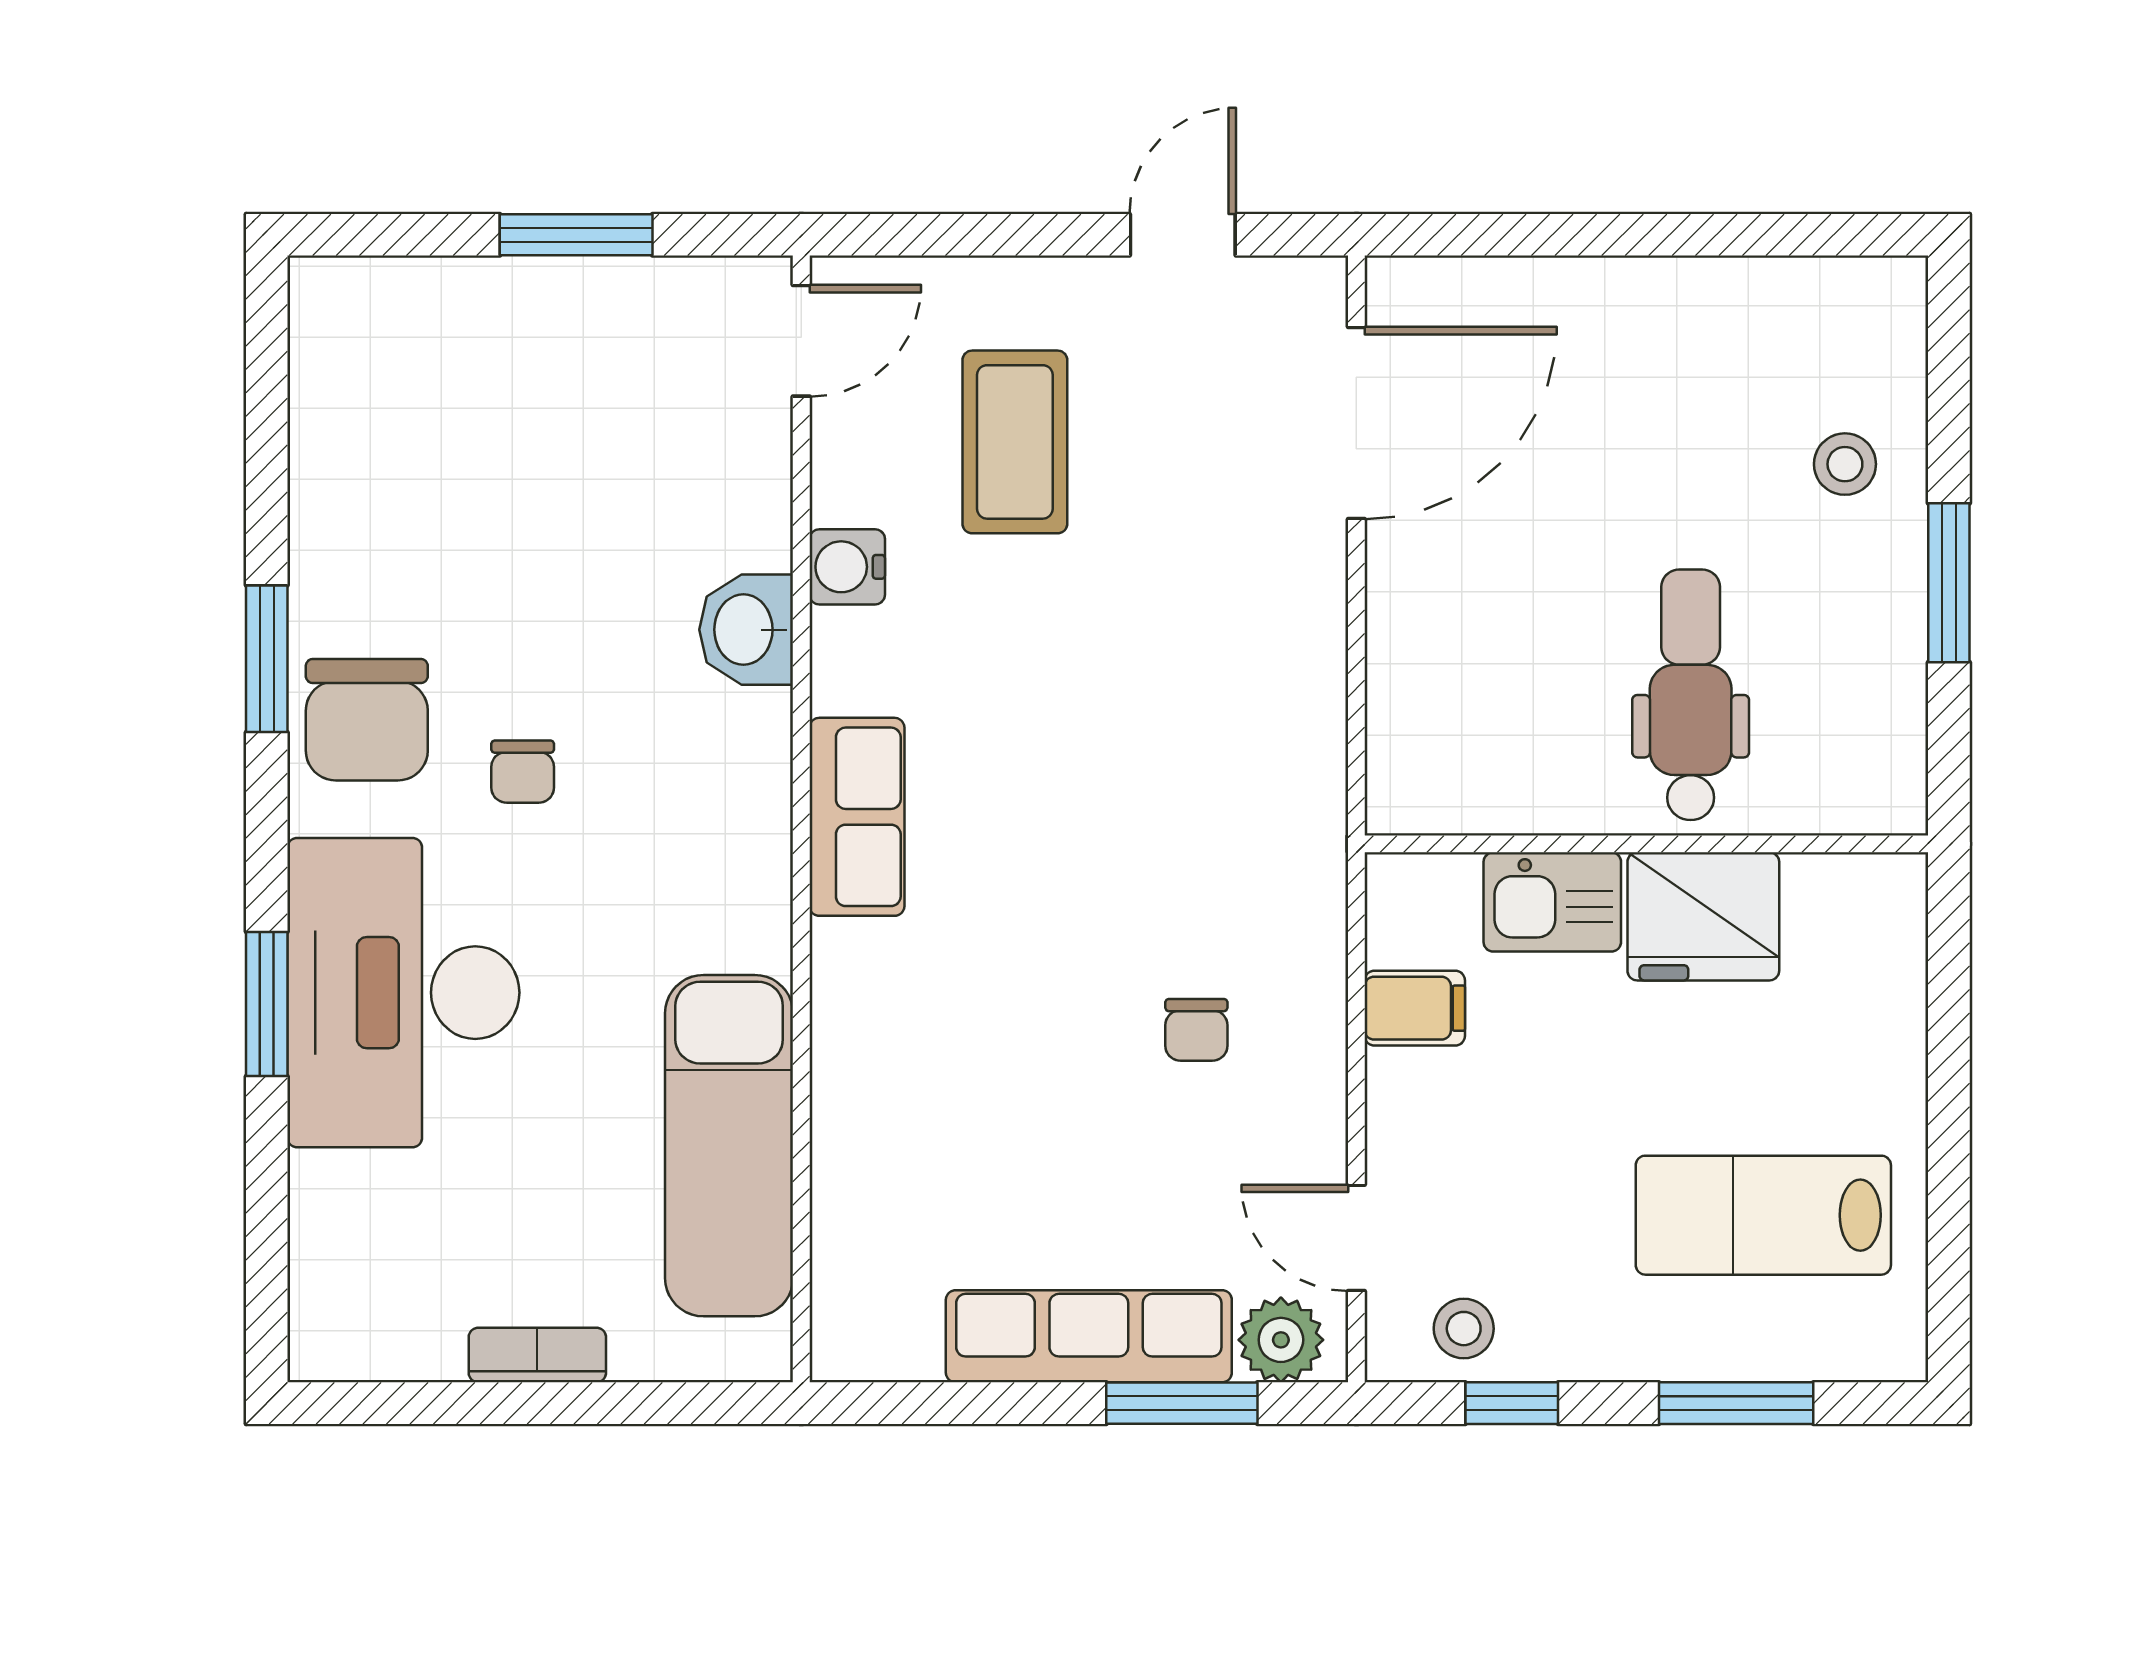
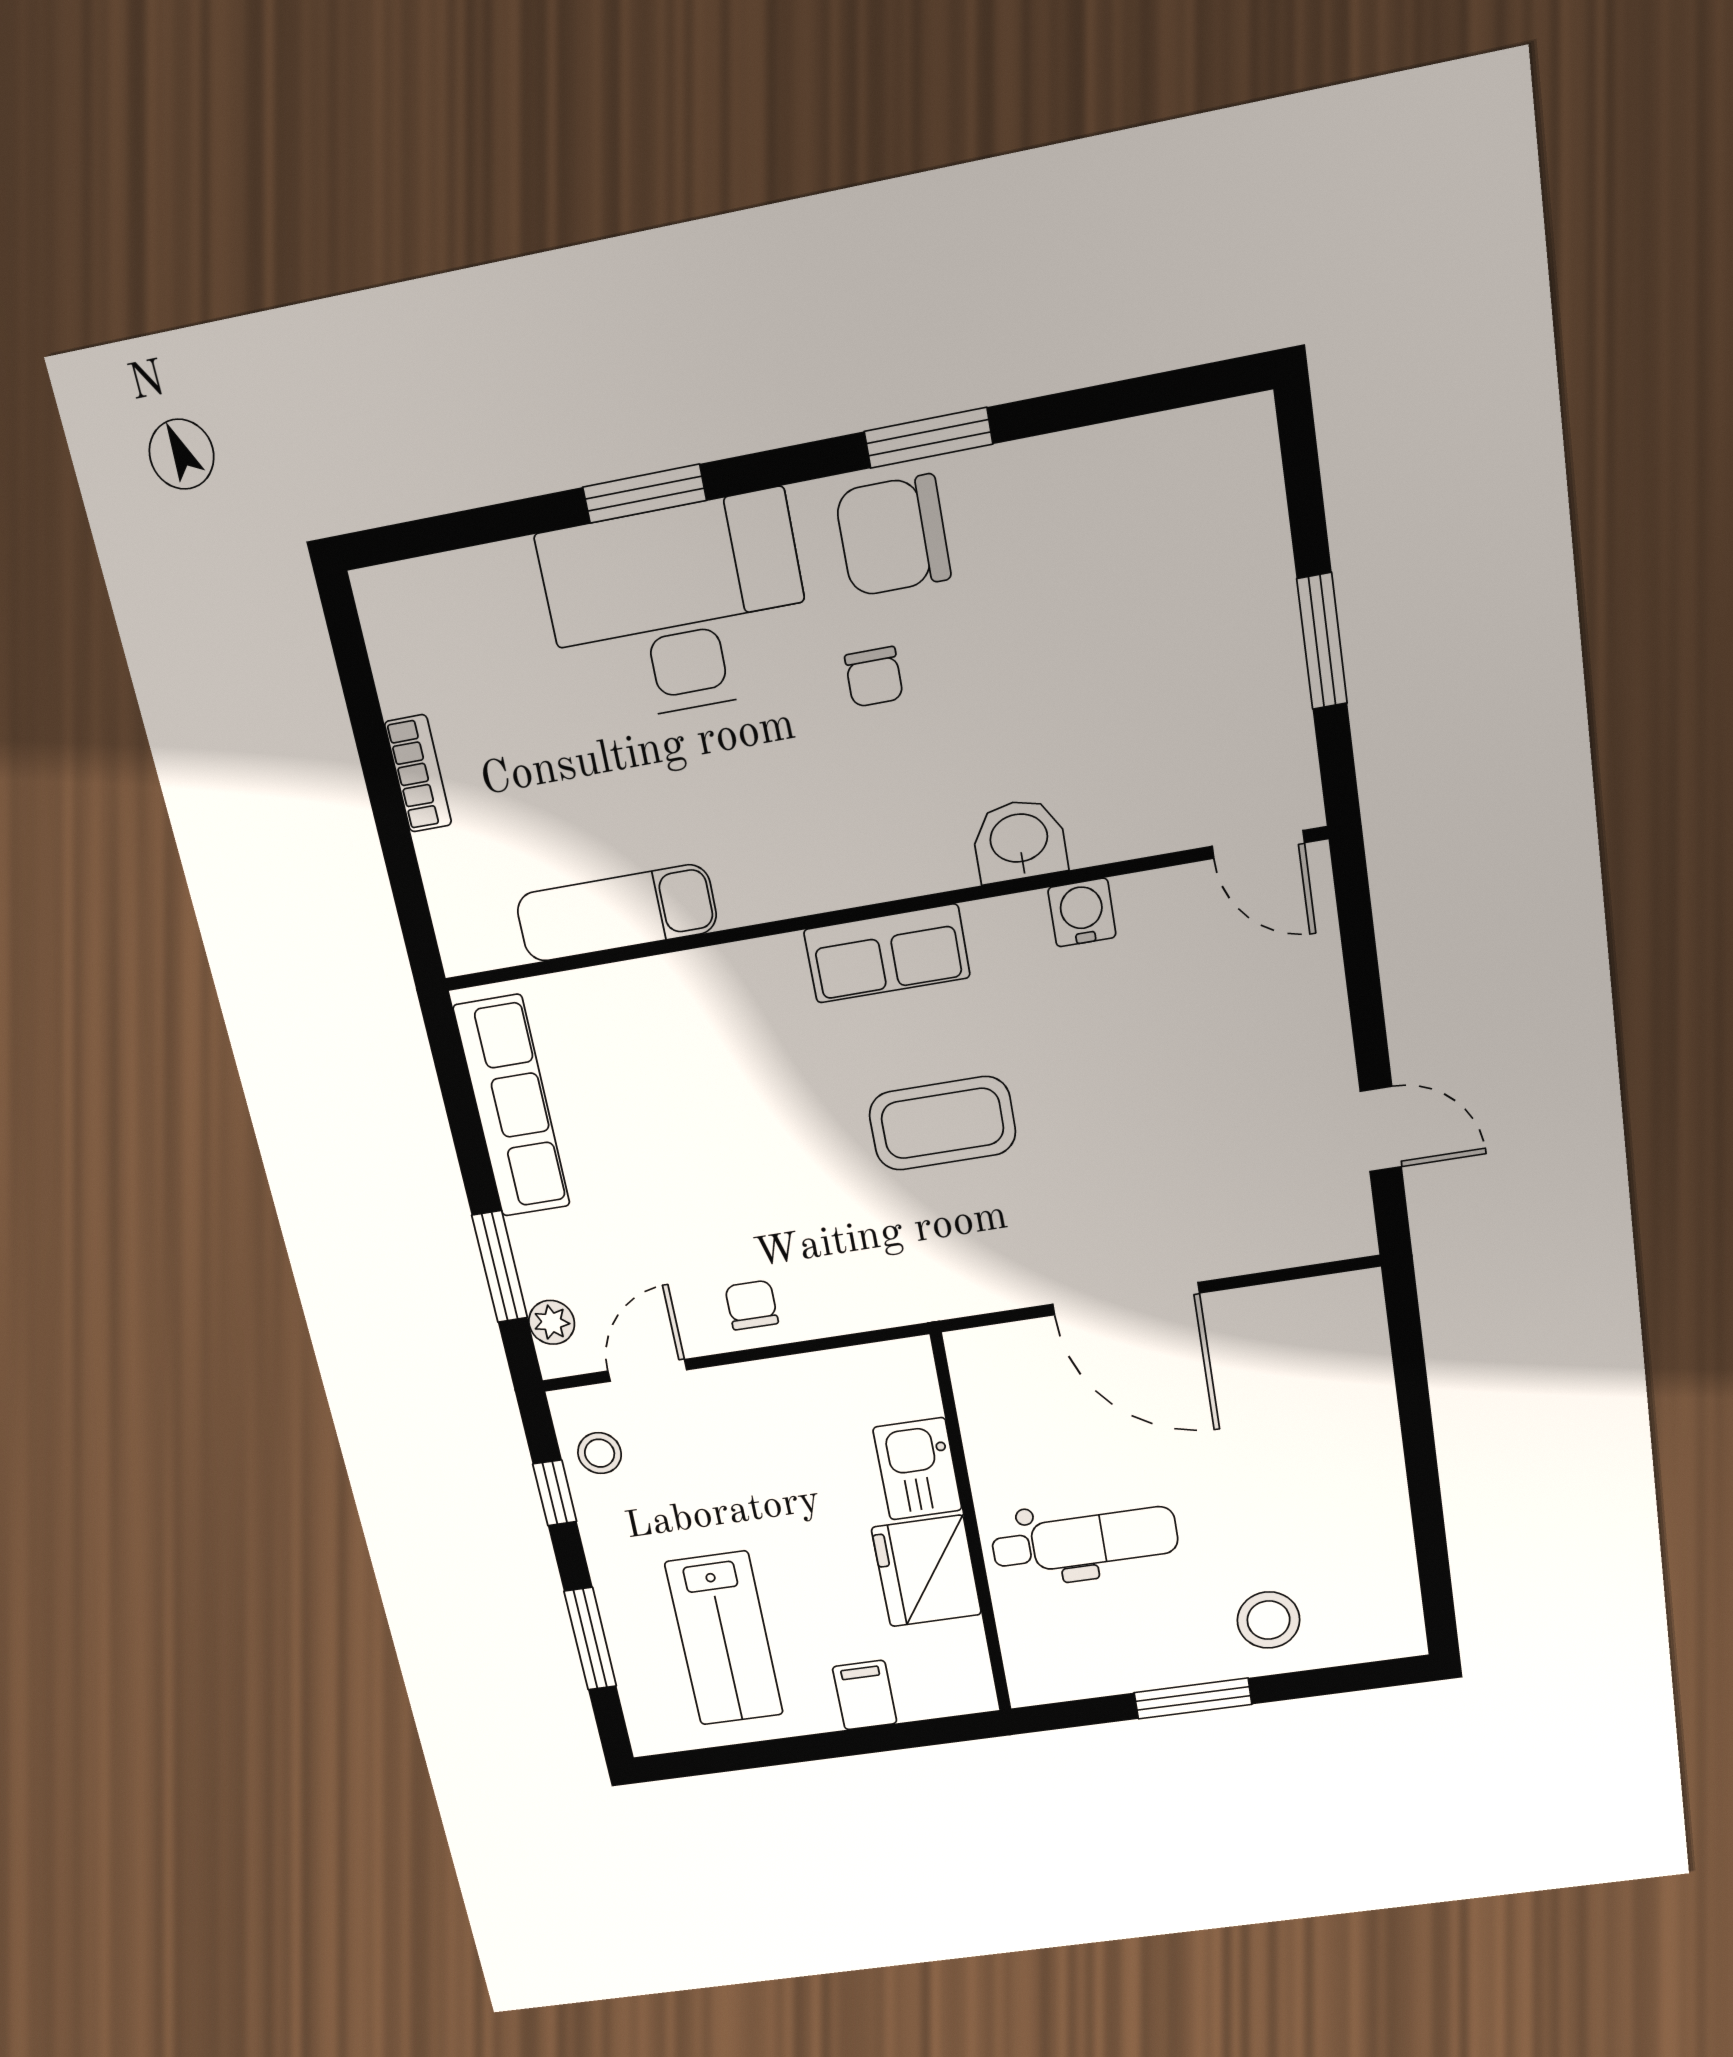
door: (1356, 423) -> (1126, 1299), moved
coffee table: (1015, 442) -> (942, 1123), moved
stool: (1845, 464) -> (1269, 1620), width x1.37, depth x1.37
chair: (523, 772) -> (874, 677), turned -90
filing cabinet: (1415, 1008) -> (865, 1695), moved, turned 180
chair: (1196, 1030) -> (752, 1305), moved, turned 90
exam couch: (729, 1146) -> (617, 913), width x0.73, depth x0.69
lab bench: (1763, 1215) -> (724, 1639), turned 180
row of seats: (1089, 1336) -> (512, 1106), moved
plant: (1281, 1340) -> (552, 1322), width x0.73, depth x0.73

